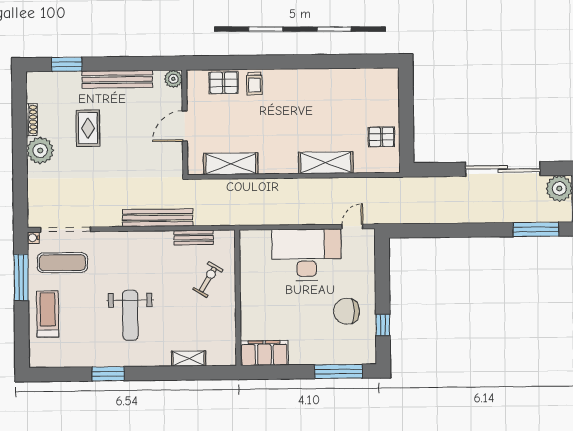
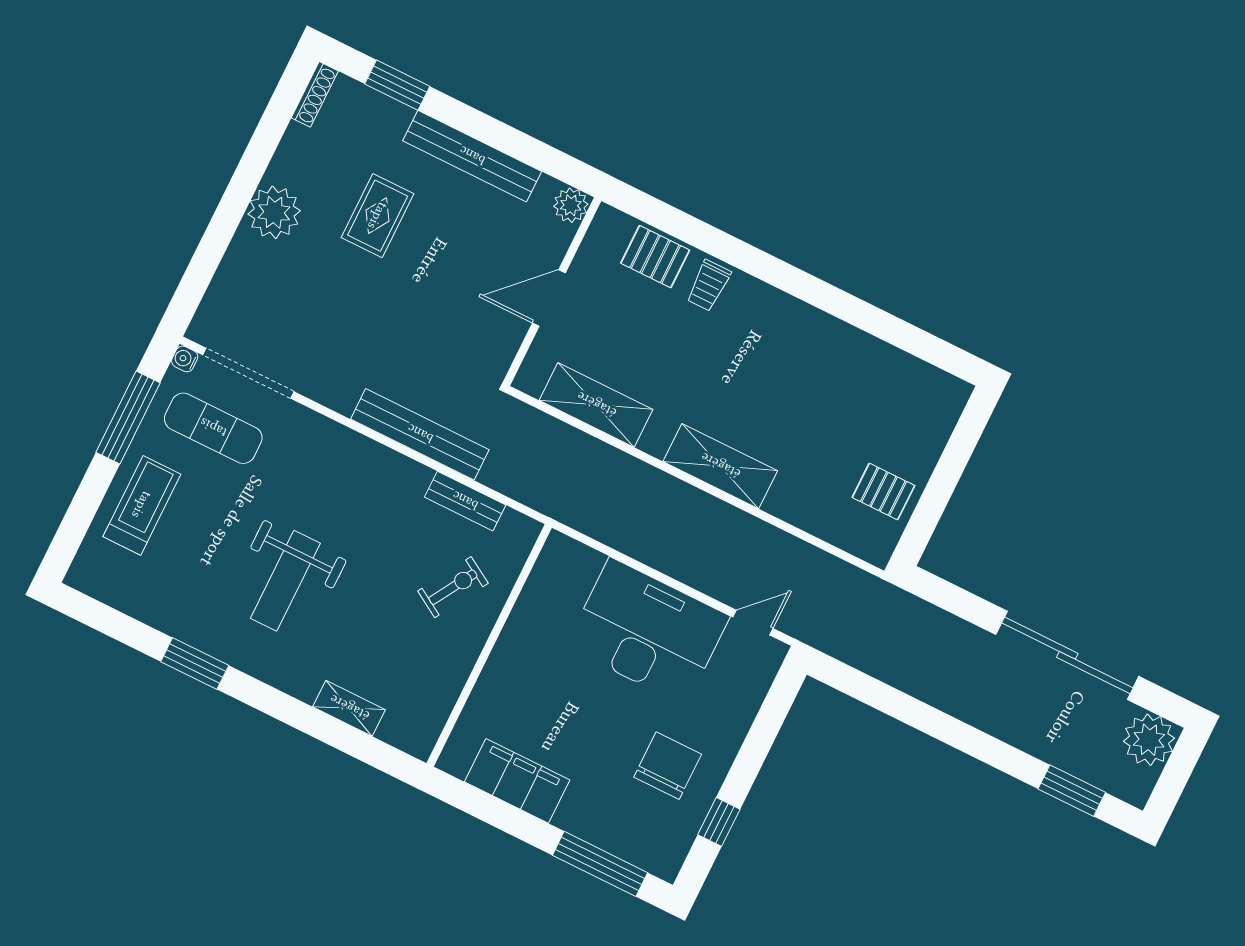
shoe rack: (32, 120) -> (315, 94), moved
shelving: (326, 163) -> (720, 466), moved
window: (536, 229) -> (1072, 791), width x0.69
chair: (347, 311) -> (668, 766), turned 90
filing cabinet: (264, 353) -> (517, 781), moved

